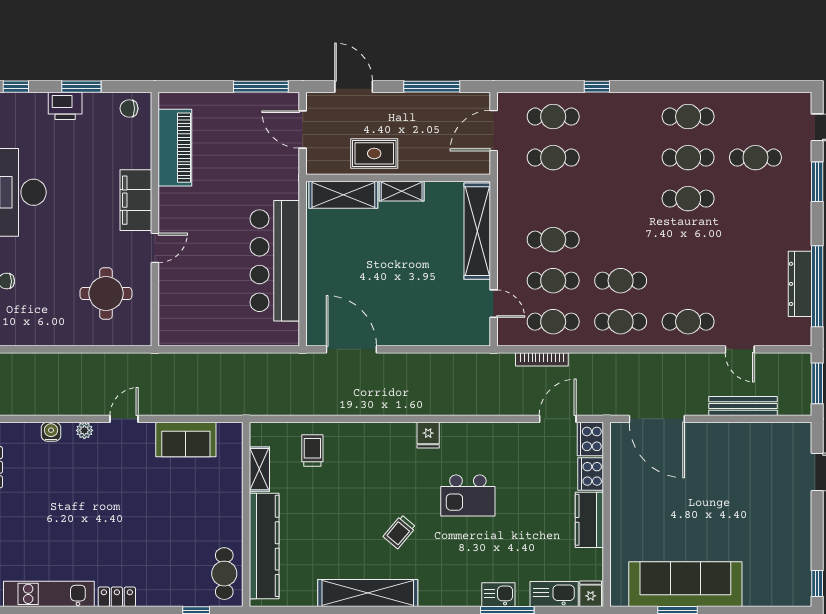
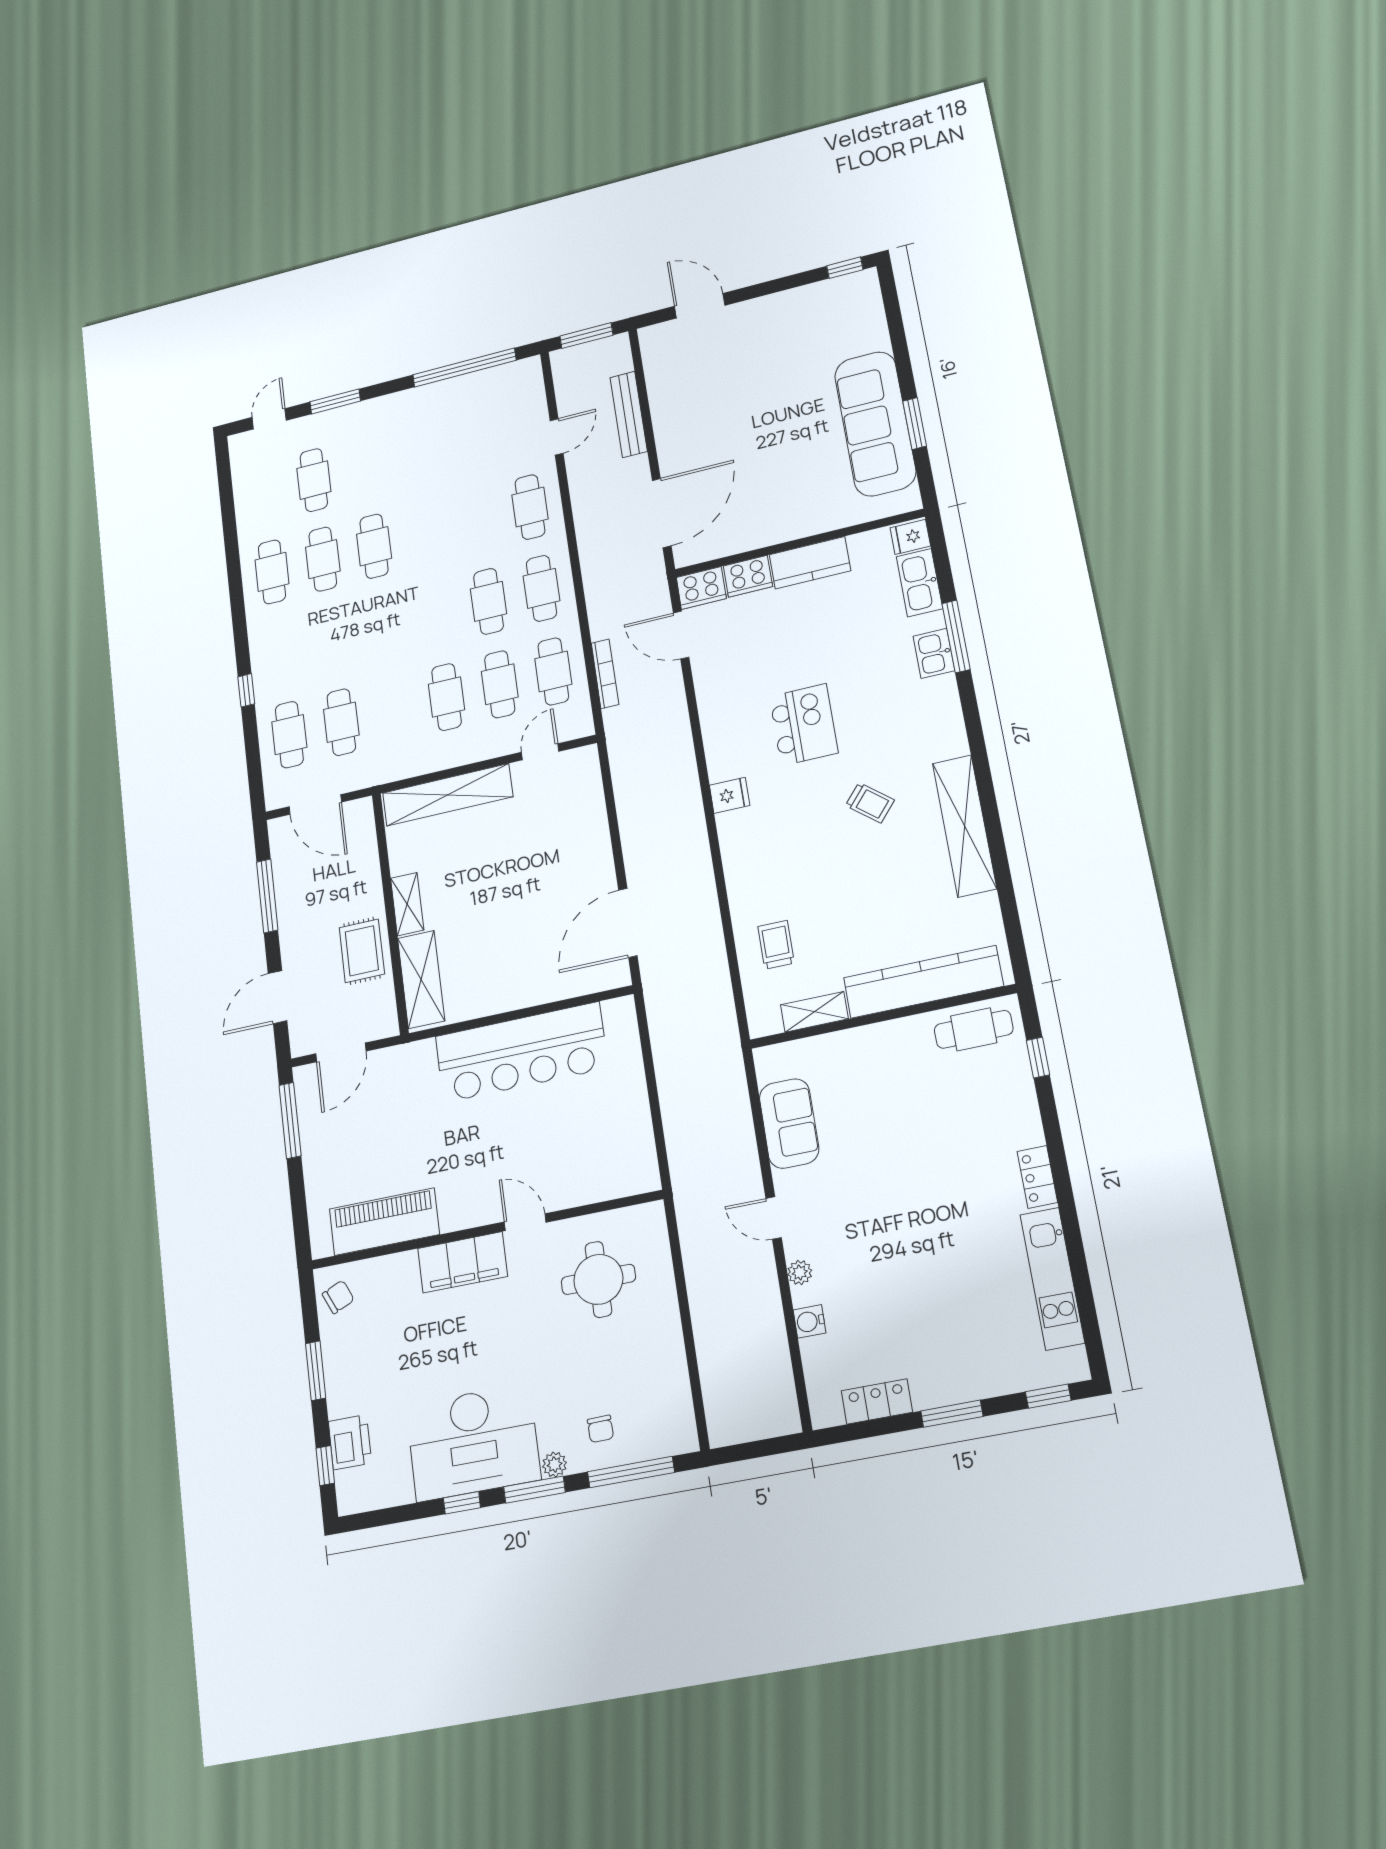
printer: (65, 106) -> (350, 1442), moved
chair: (129, 108) -> (338, 1297), turned -114
dresser: (800, 284) -> (464, 388), removed
trolley: (312, 451) -> (776, 945), turned 90

